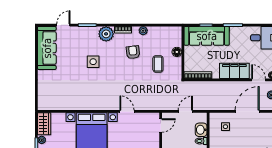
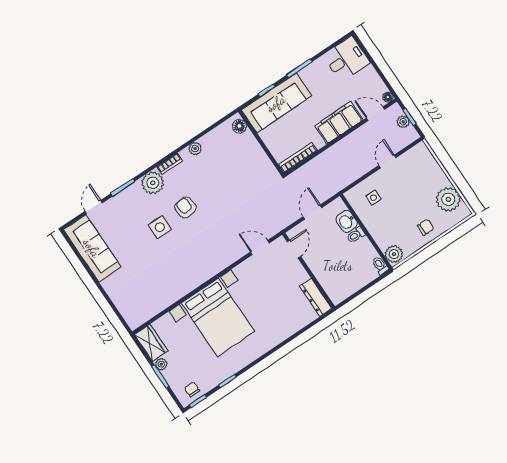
armchair: (133, 52) -> (185, 207), moved
floor lamp: (177, 52) -> (240, 126), moved
coffee table: (158, 64) -> (240, 177), removed
door: (127, 111) -> (260, 247), moved
door: (247, 111) -> (387, 162), width x0.53

